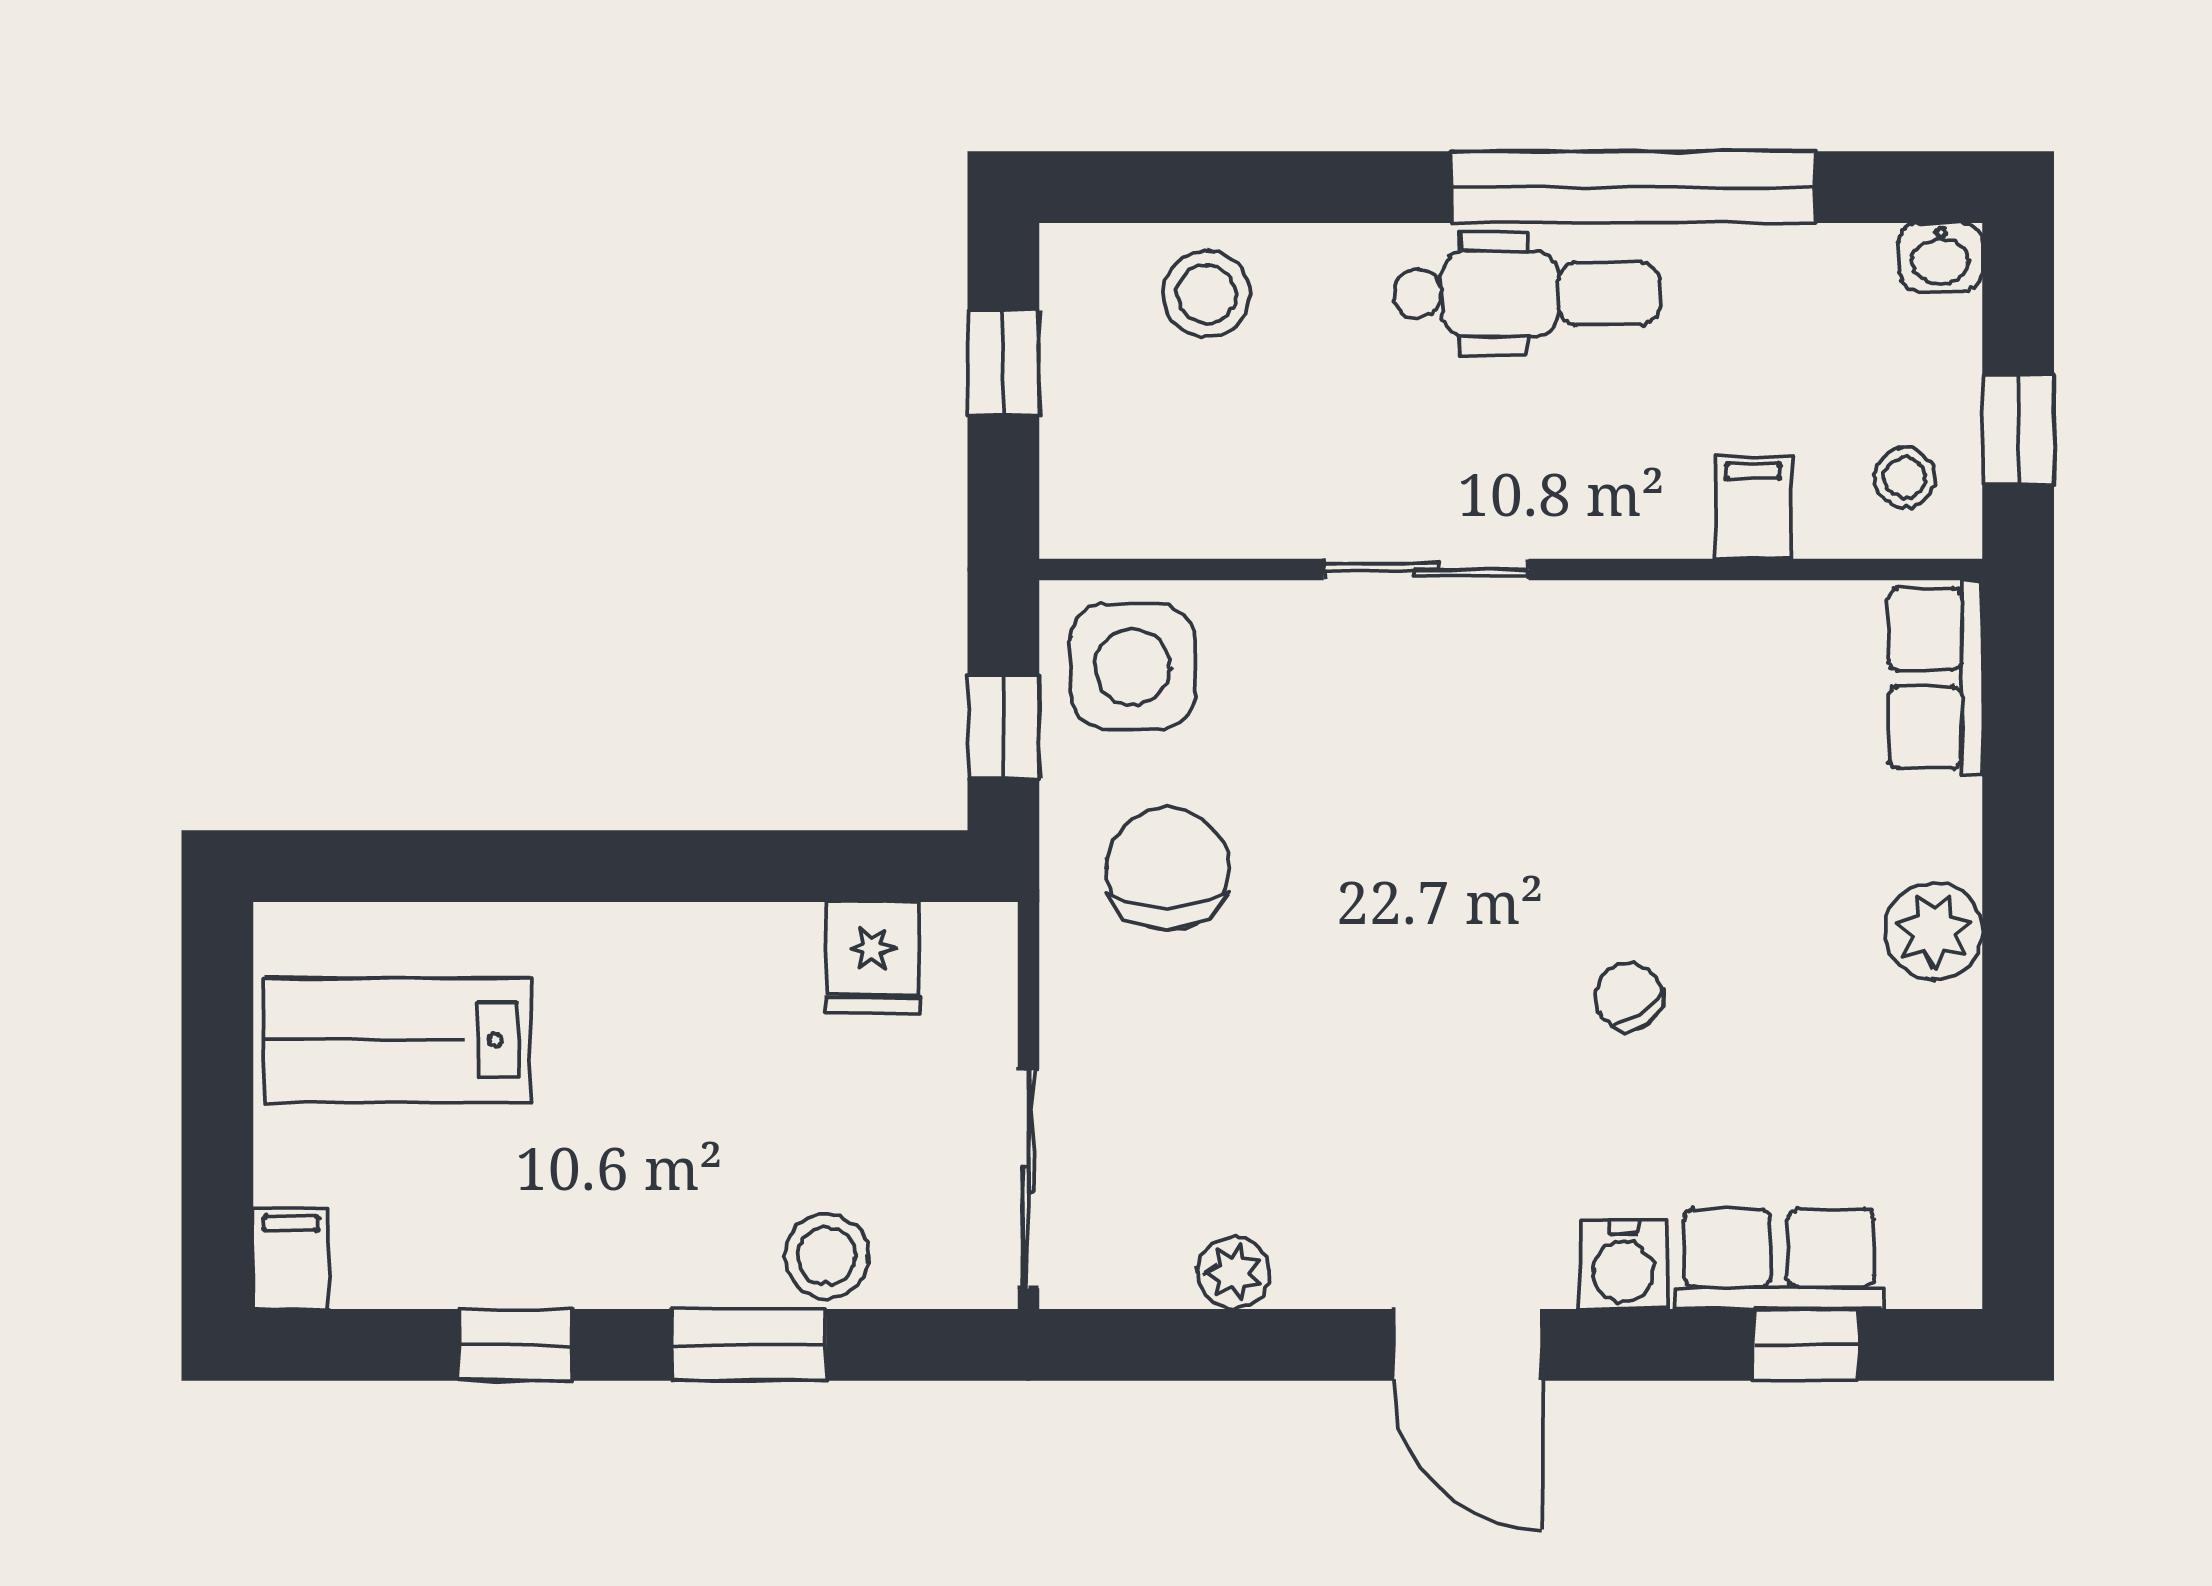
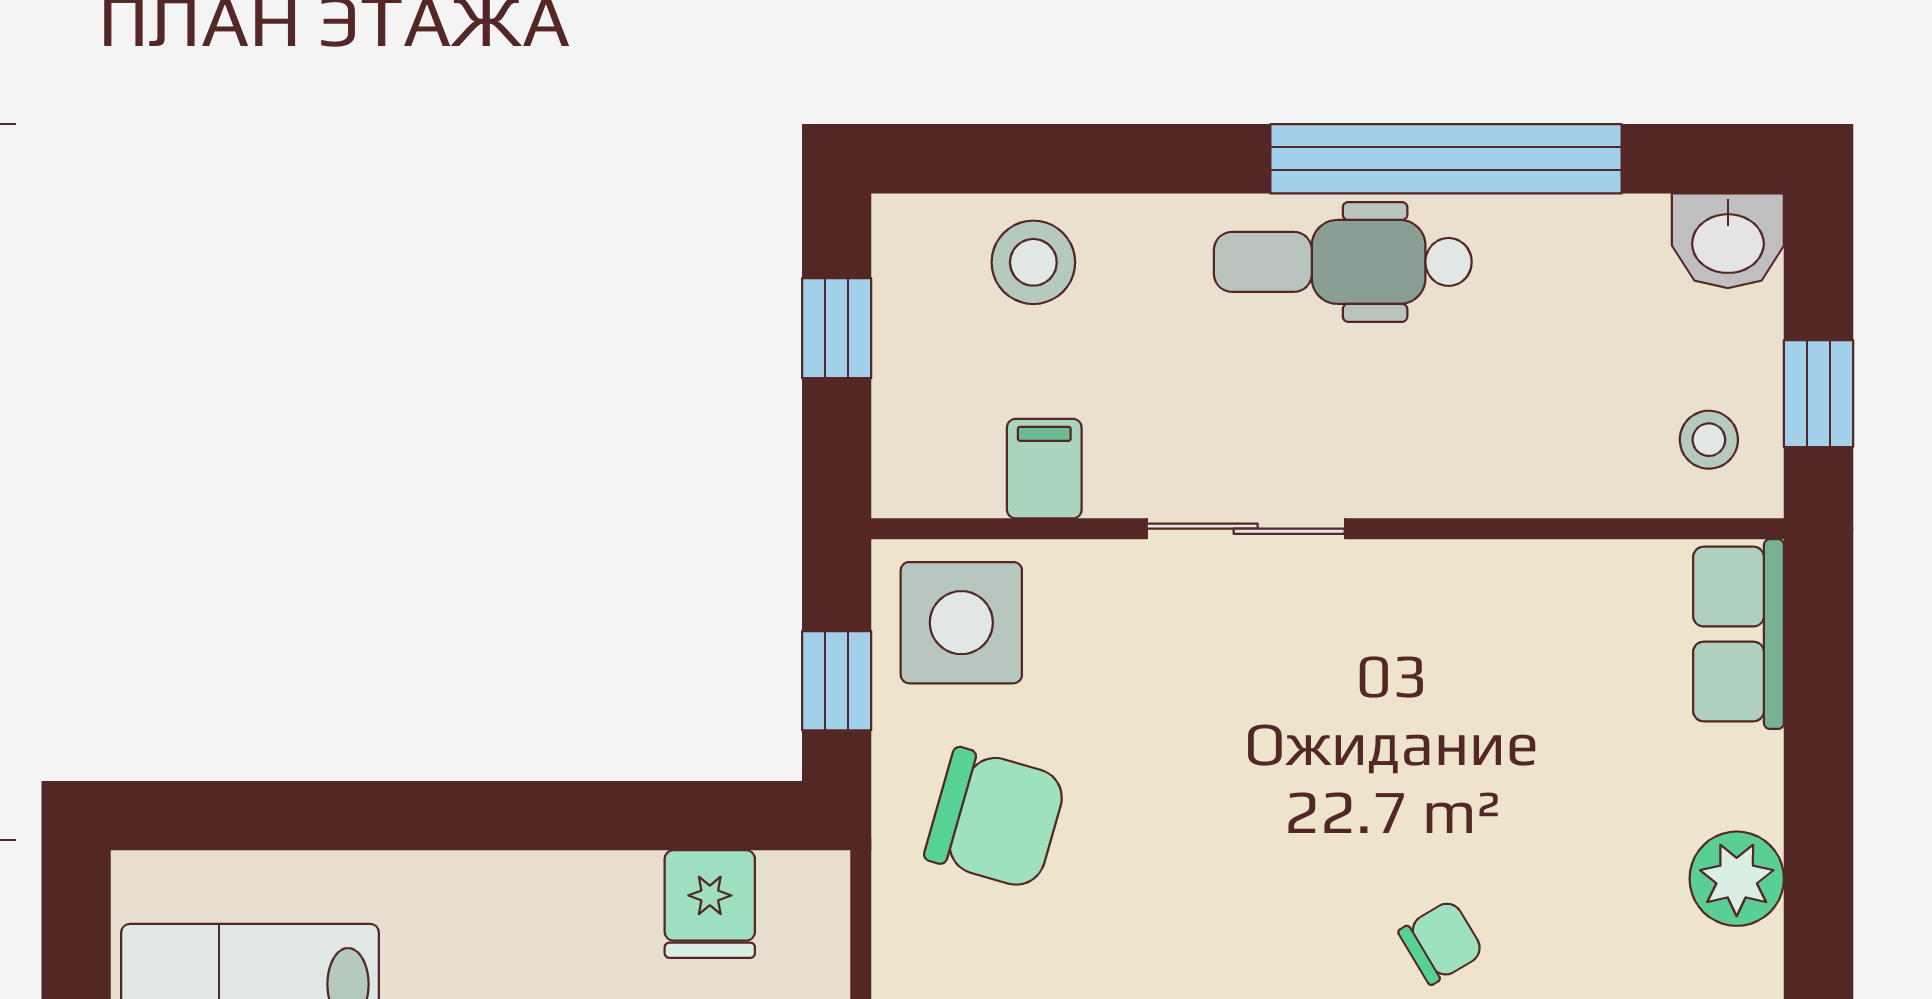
washbasin: (1941, 257) -> (1728, 241), width x1.38, depth x1.45
dental chair: (1527, 294) -> (1343, 262), turned 180
filing cabinet: (1753, 507) -> (1044, 469), moved
chair: (1168, 869) -> (995, 818), turned 106
chair: (1628, 997) -> (1441, 942), turned 94

